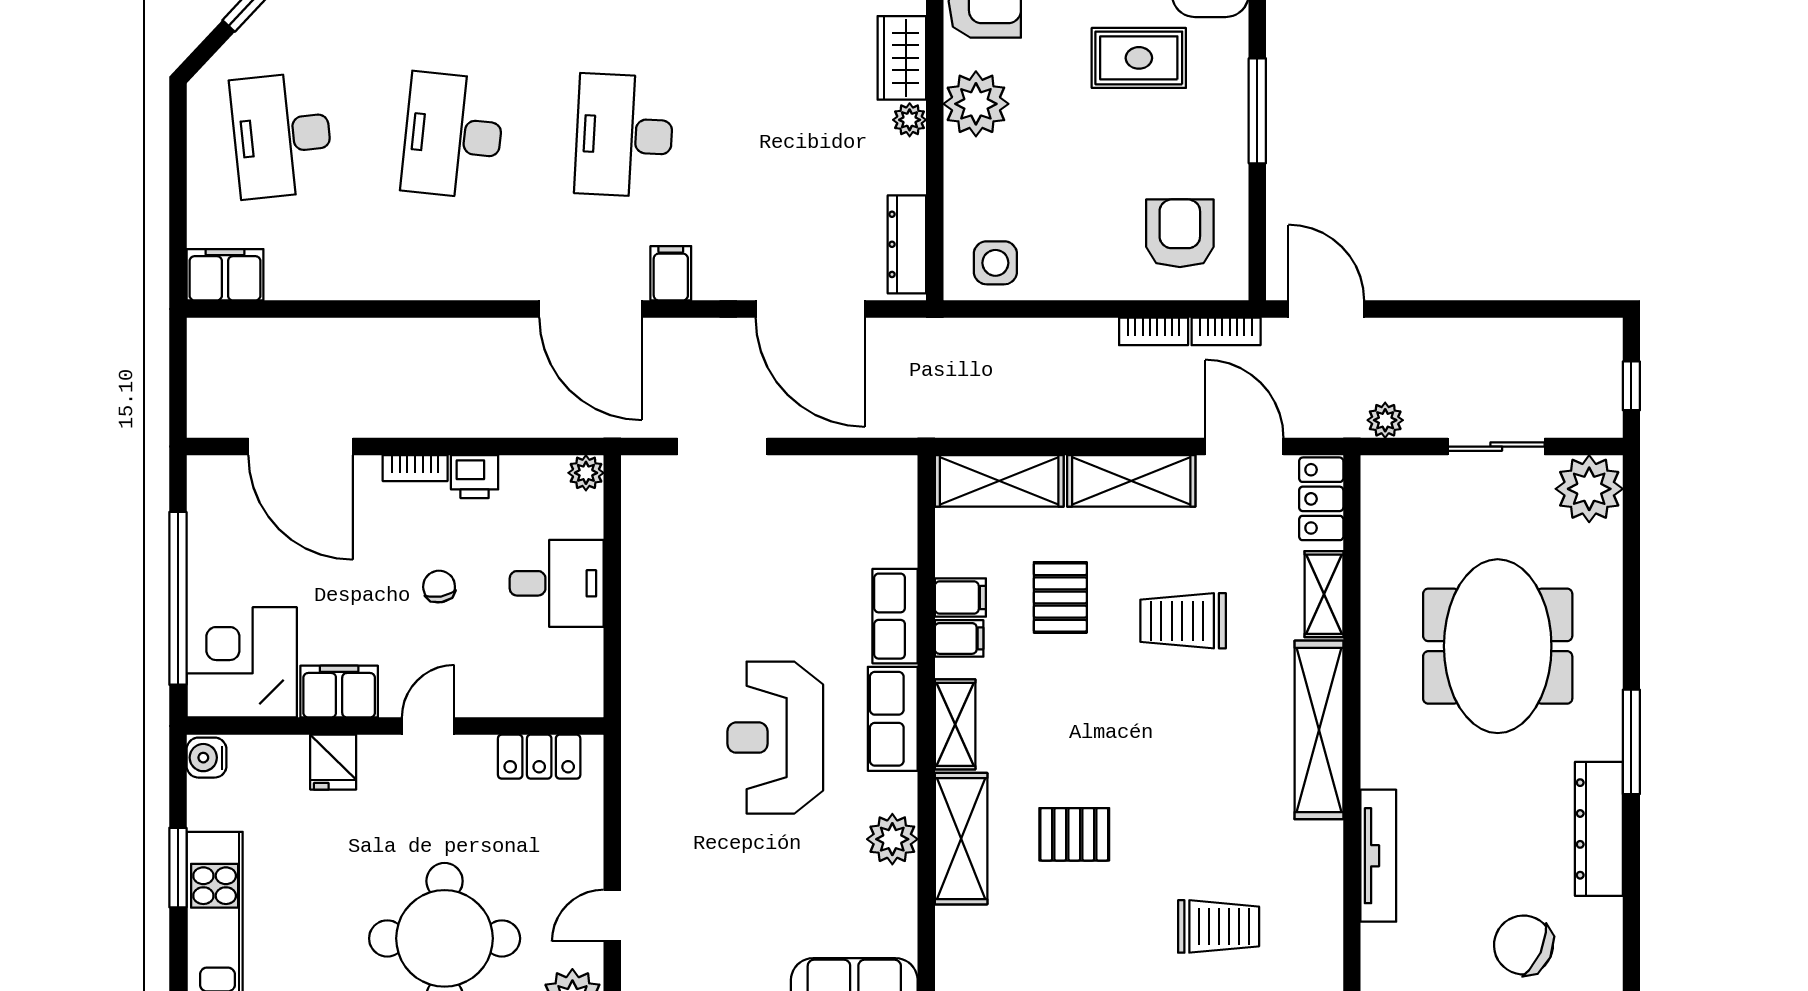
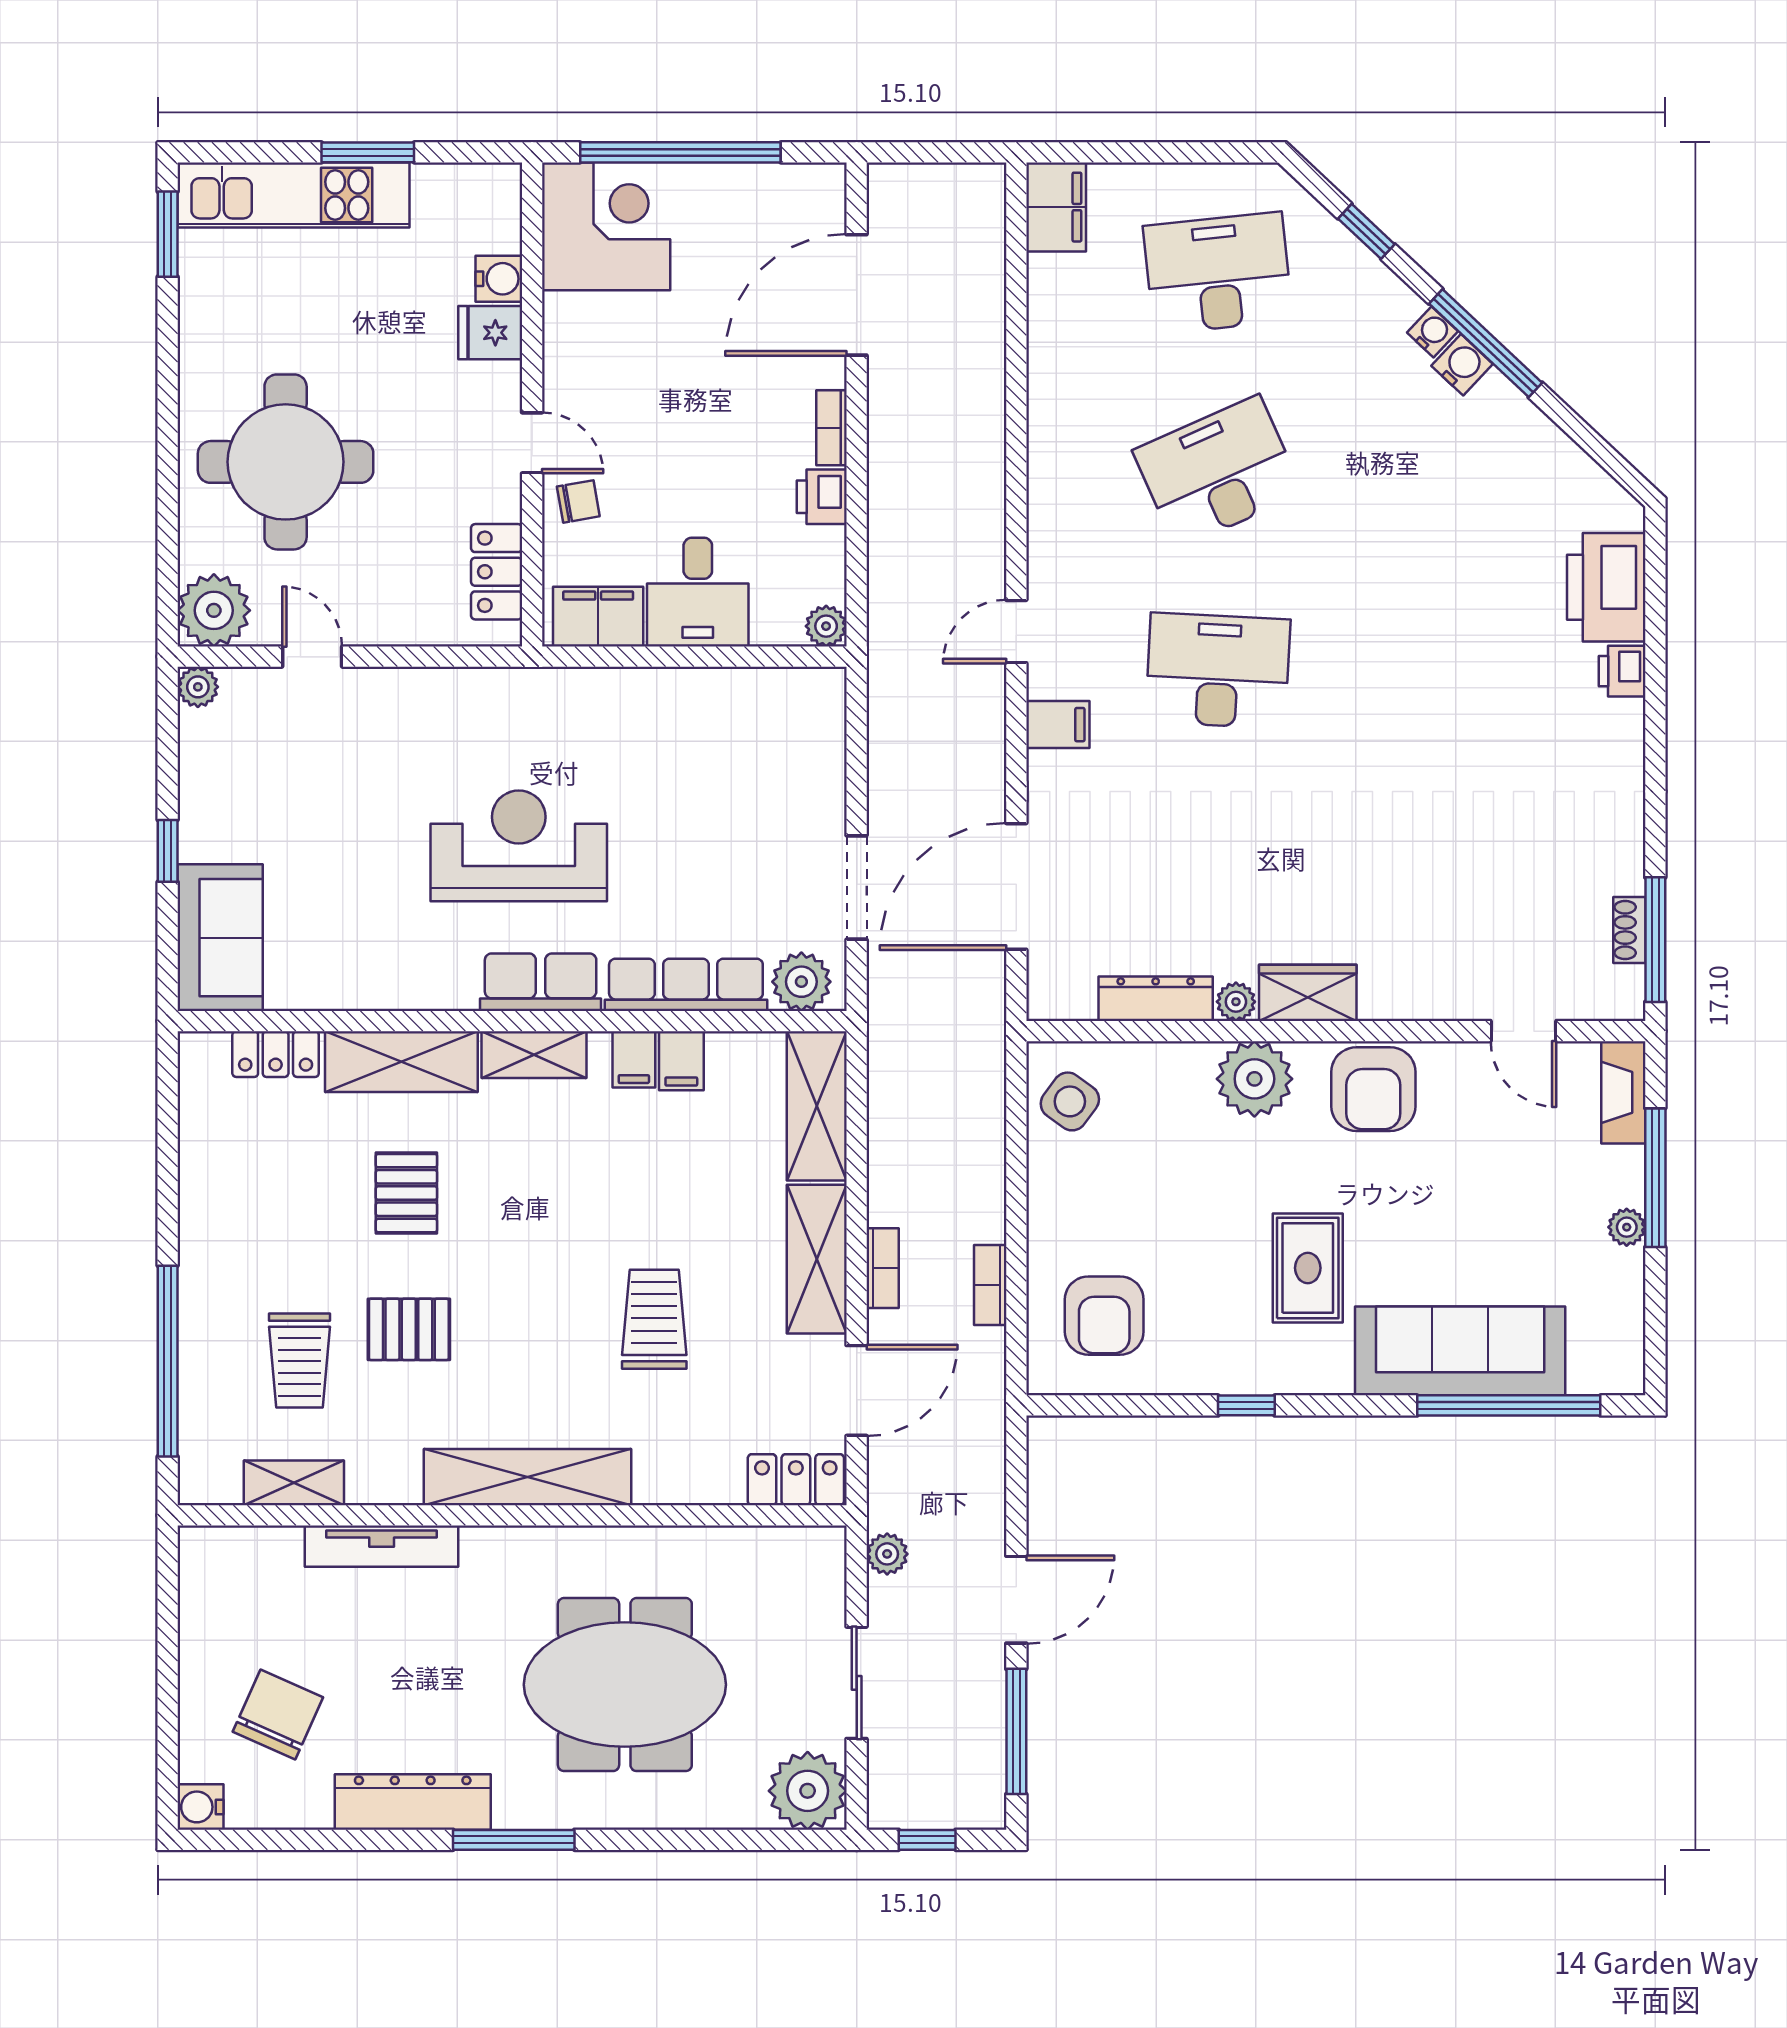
window: (1257, 111) -> (1246, 1405), width x0.46
desk: (453, 135) -> (1218, 472), turned -30
armchair: (1180, 233) -> (1104, 1316), turned 90
dresser: (907, 244) -> (1156, 999), moved
side table: (995, 263) -> (1070, 1101), turned 36
door: (591, 309) -> (1016, 632), width x0.53
door: (1326, 309) -> (1016, 1600), moved
window: (1538, 309) -> (1016, 1731), added
bookcase: (1226, 331) -> (883, 1268), moved, turned 180
doorway: (722, 447) -> (857, 888), moved
chair: (439, 587) -> (578, 501), moved
shelving: (1324, 594) -> (294, 1483), moved
pallet: (1060, 597) -> (409, 1329), moved
row of seats: (895, 616) -> (686, 985), width x1.48
filing cabinet: (339, 692) -> (598, 617), moved, turned -90
water cooler: (206, 758) -> (499, 279), moved, turned 90
plant: (892, 839) -> (801, 982), moved
locker: (955, 947) -> (276, 1054), added

